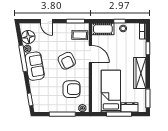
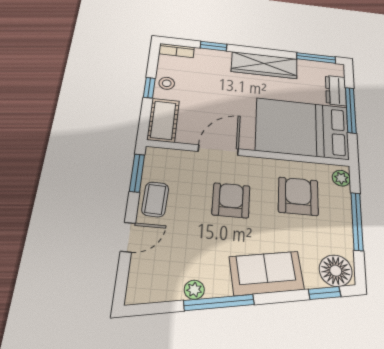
coffee table: (80, 35) -> (155, 199), moved
floor lamp: (28, 37) -> (336, 271), moved
armchair: (67, 61) -> (231, 200), turned -64
sofa: (35, 66) -> (266, 273), moved
bed: (111, 91) -> (302, 128), width x1.50

